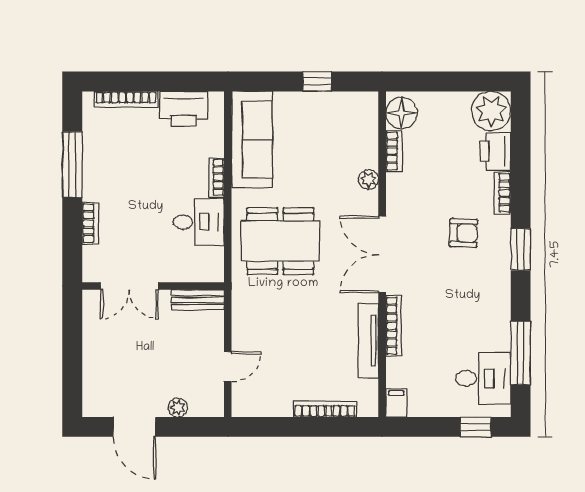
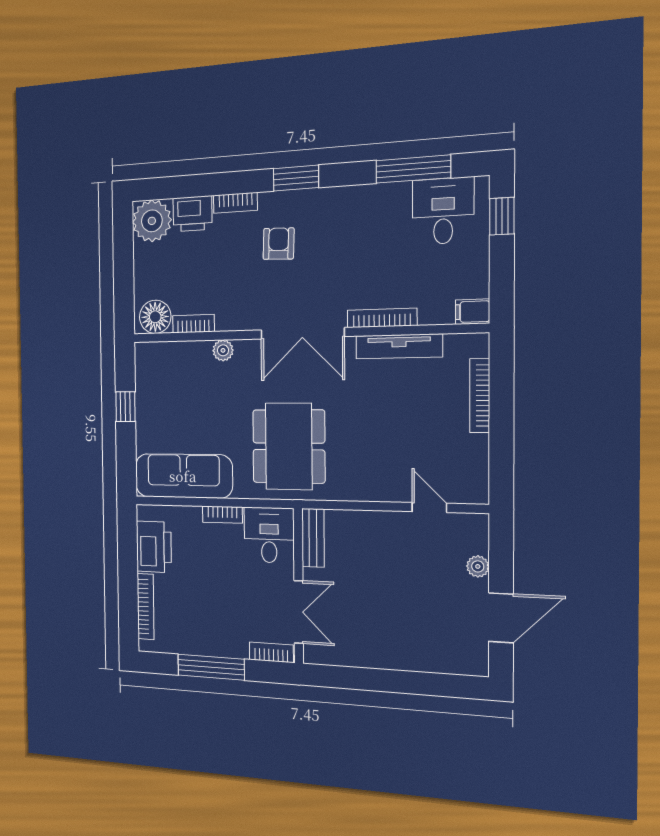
double door: (129, 286) -> (299, 612), moved
wall: (153, 286) -> (298, 586), moved
bench: (198, 300) -> (313, 538), moved

